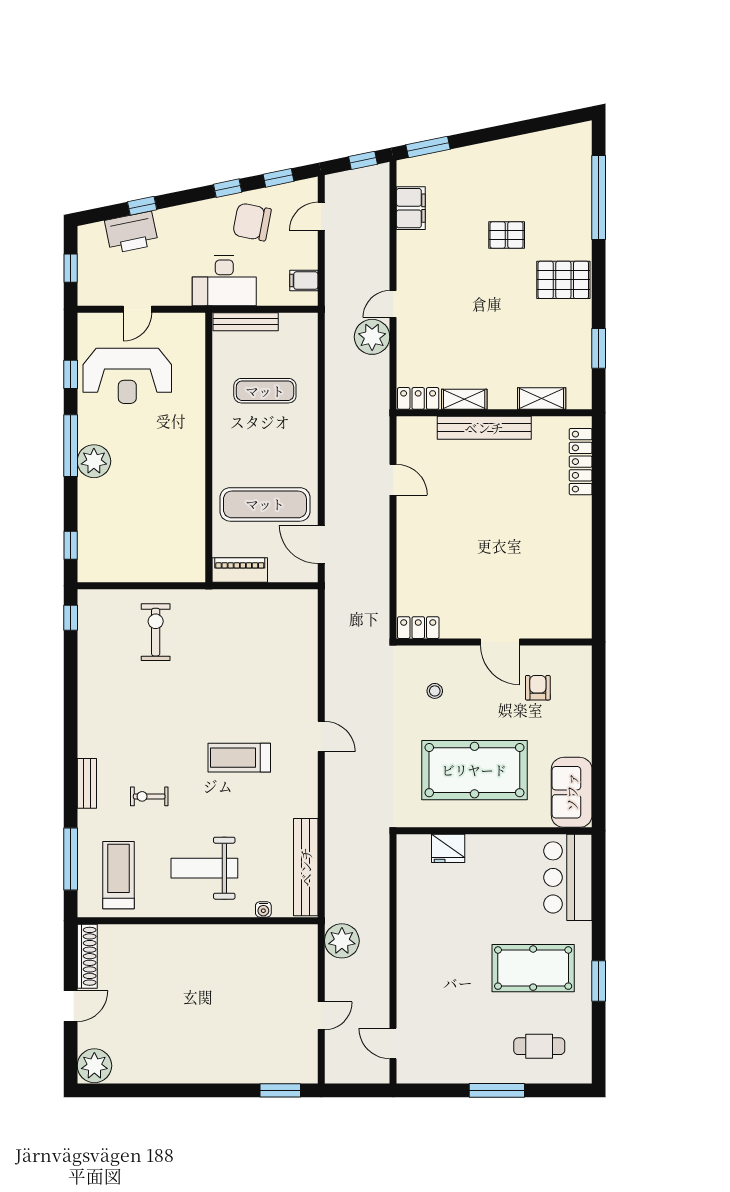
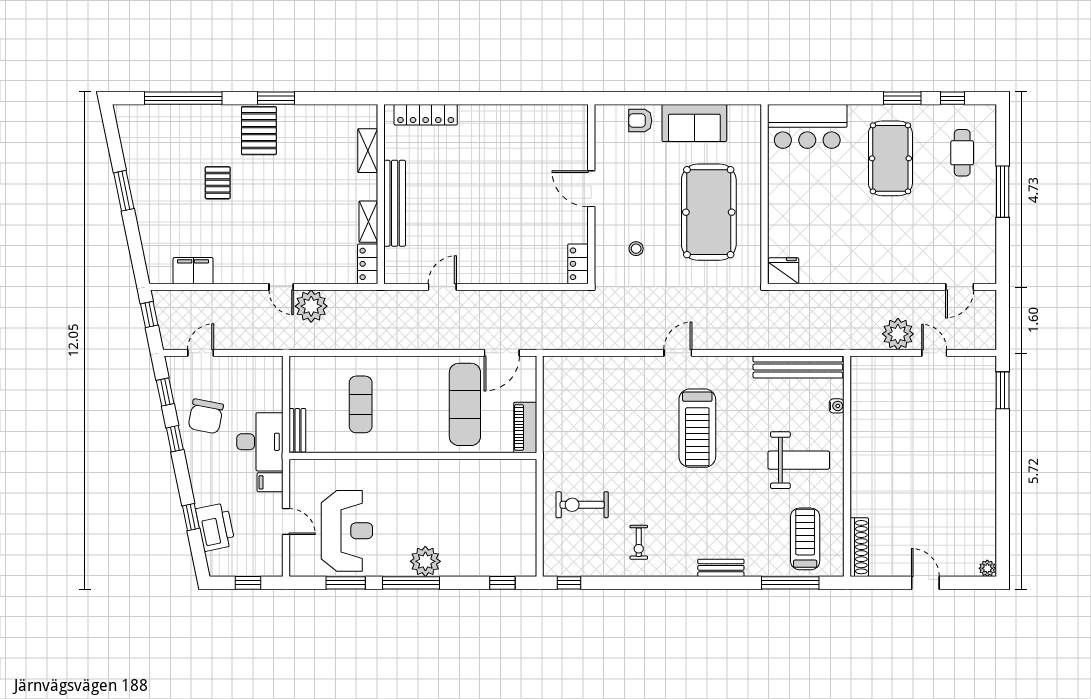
window: (428, 147) -> (124, 191), moved
door: (321, 216) -> (201, 353), swing flipped
filing cabinet: (304, 281) -> (270, 482), moved, turned 90
bench: (246, 322) -> (297, 430), width x0.73
window: (599, 348) -> (276, 98), moved
window: (71, 374) -> (346, 583), width x1.50
door: (500, 642) -> (591, 189), swing flipped
armchair: (538, 688) -> (640, 120), moved
treadmill: (239, 758) -> (697, 428), width x1.37, depth x1.37
sofa: (572, 792) -> (694, 123), moved
exercise bike: (149, 796) -> (639, 542), moved
fridge: (448, 848) -> (783, 271), moved, turned -90
weight bench: (204, 868) -> (799, 460), turned -90
treadmill: (118, 875) -> (805, 539), turned 90
plant: (342, 941) -> (898, 334), moved
shoe rack: (87, 956) -> (859, 547), moved, turned 90
window: (599, 1036) -> (952, 98), added
plant: (94, 1066) -> (987, 568), width x0.53, depth x0.53

